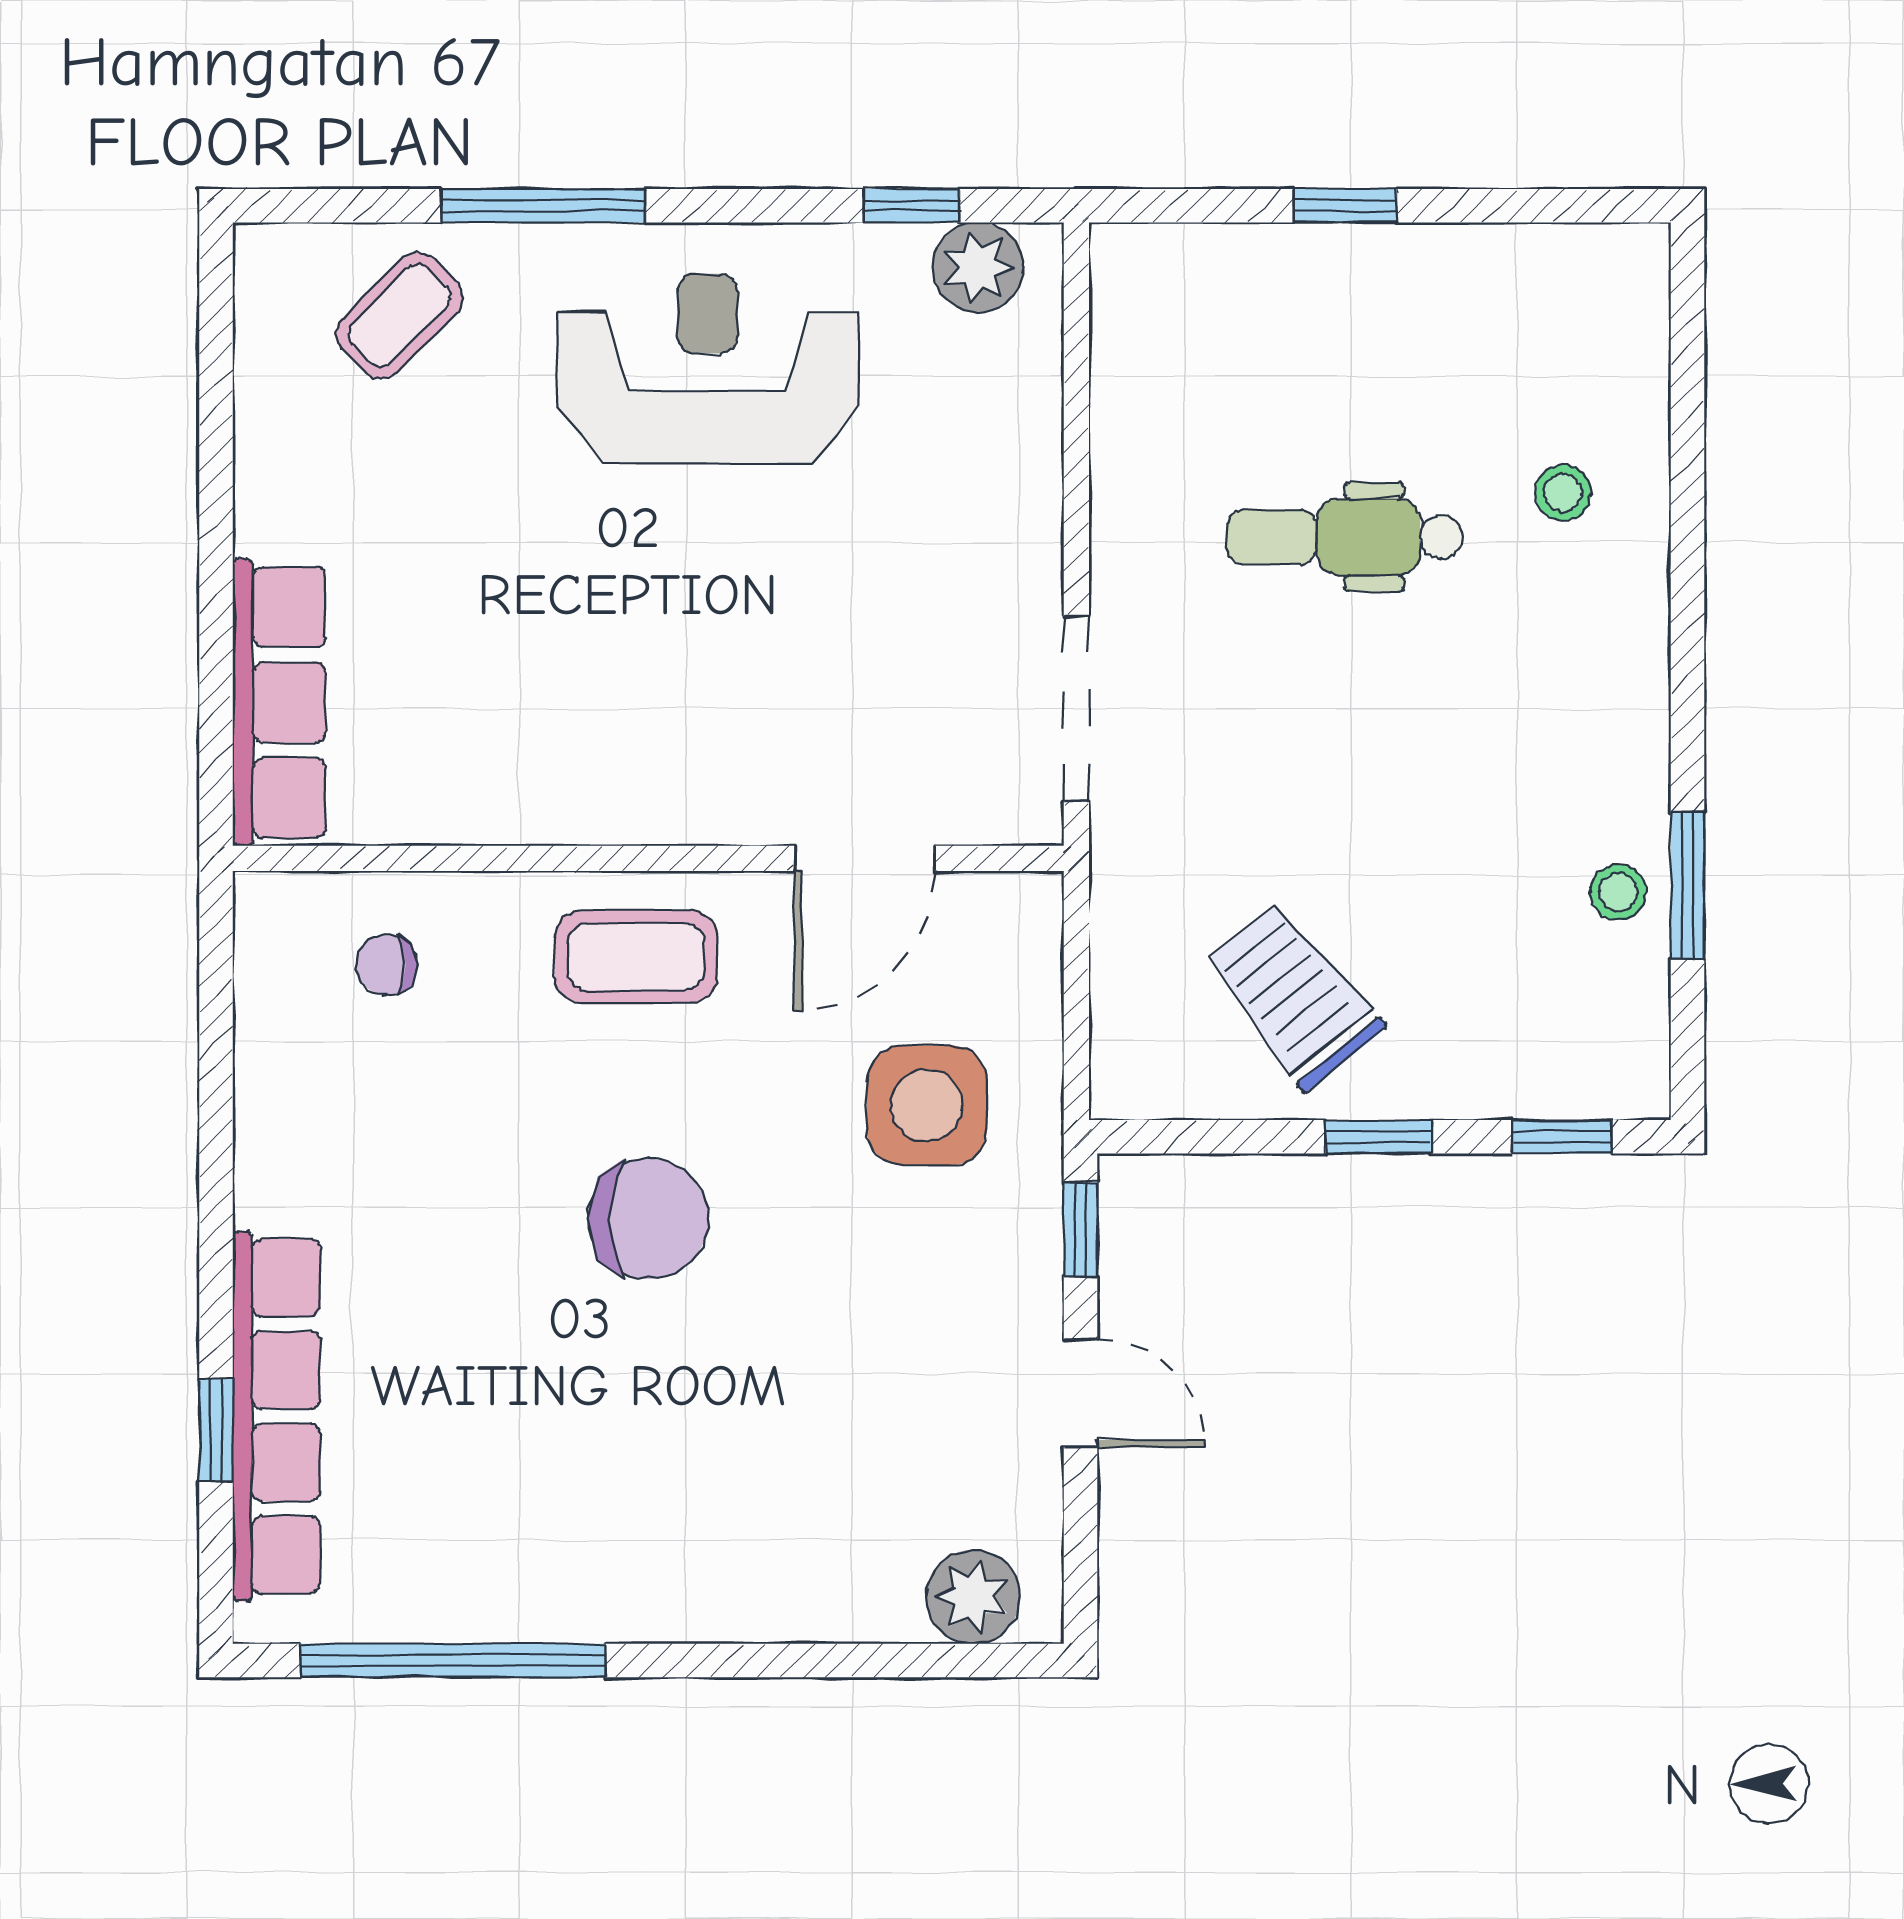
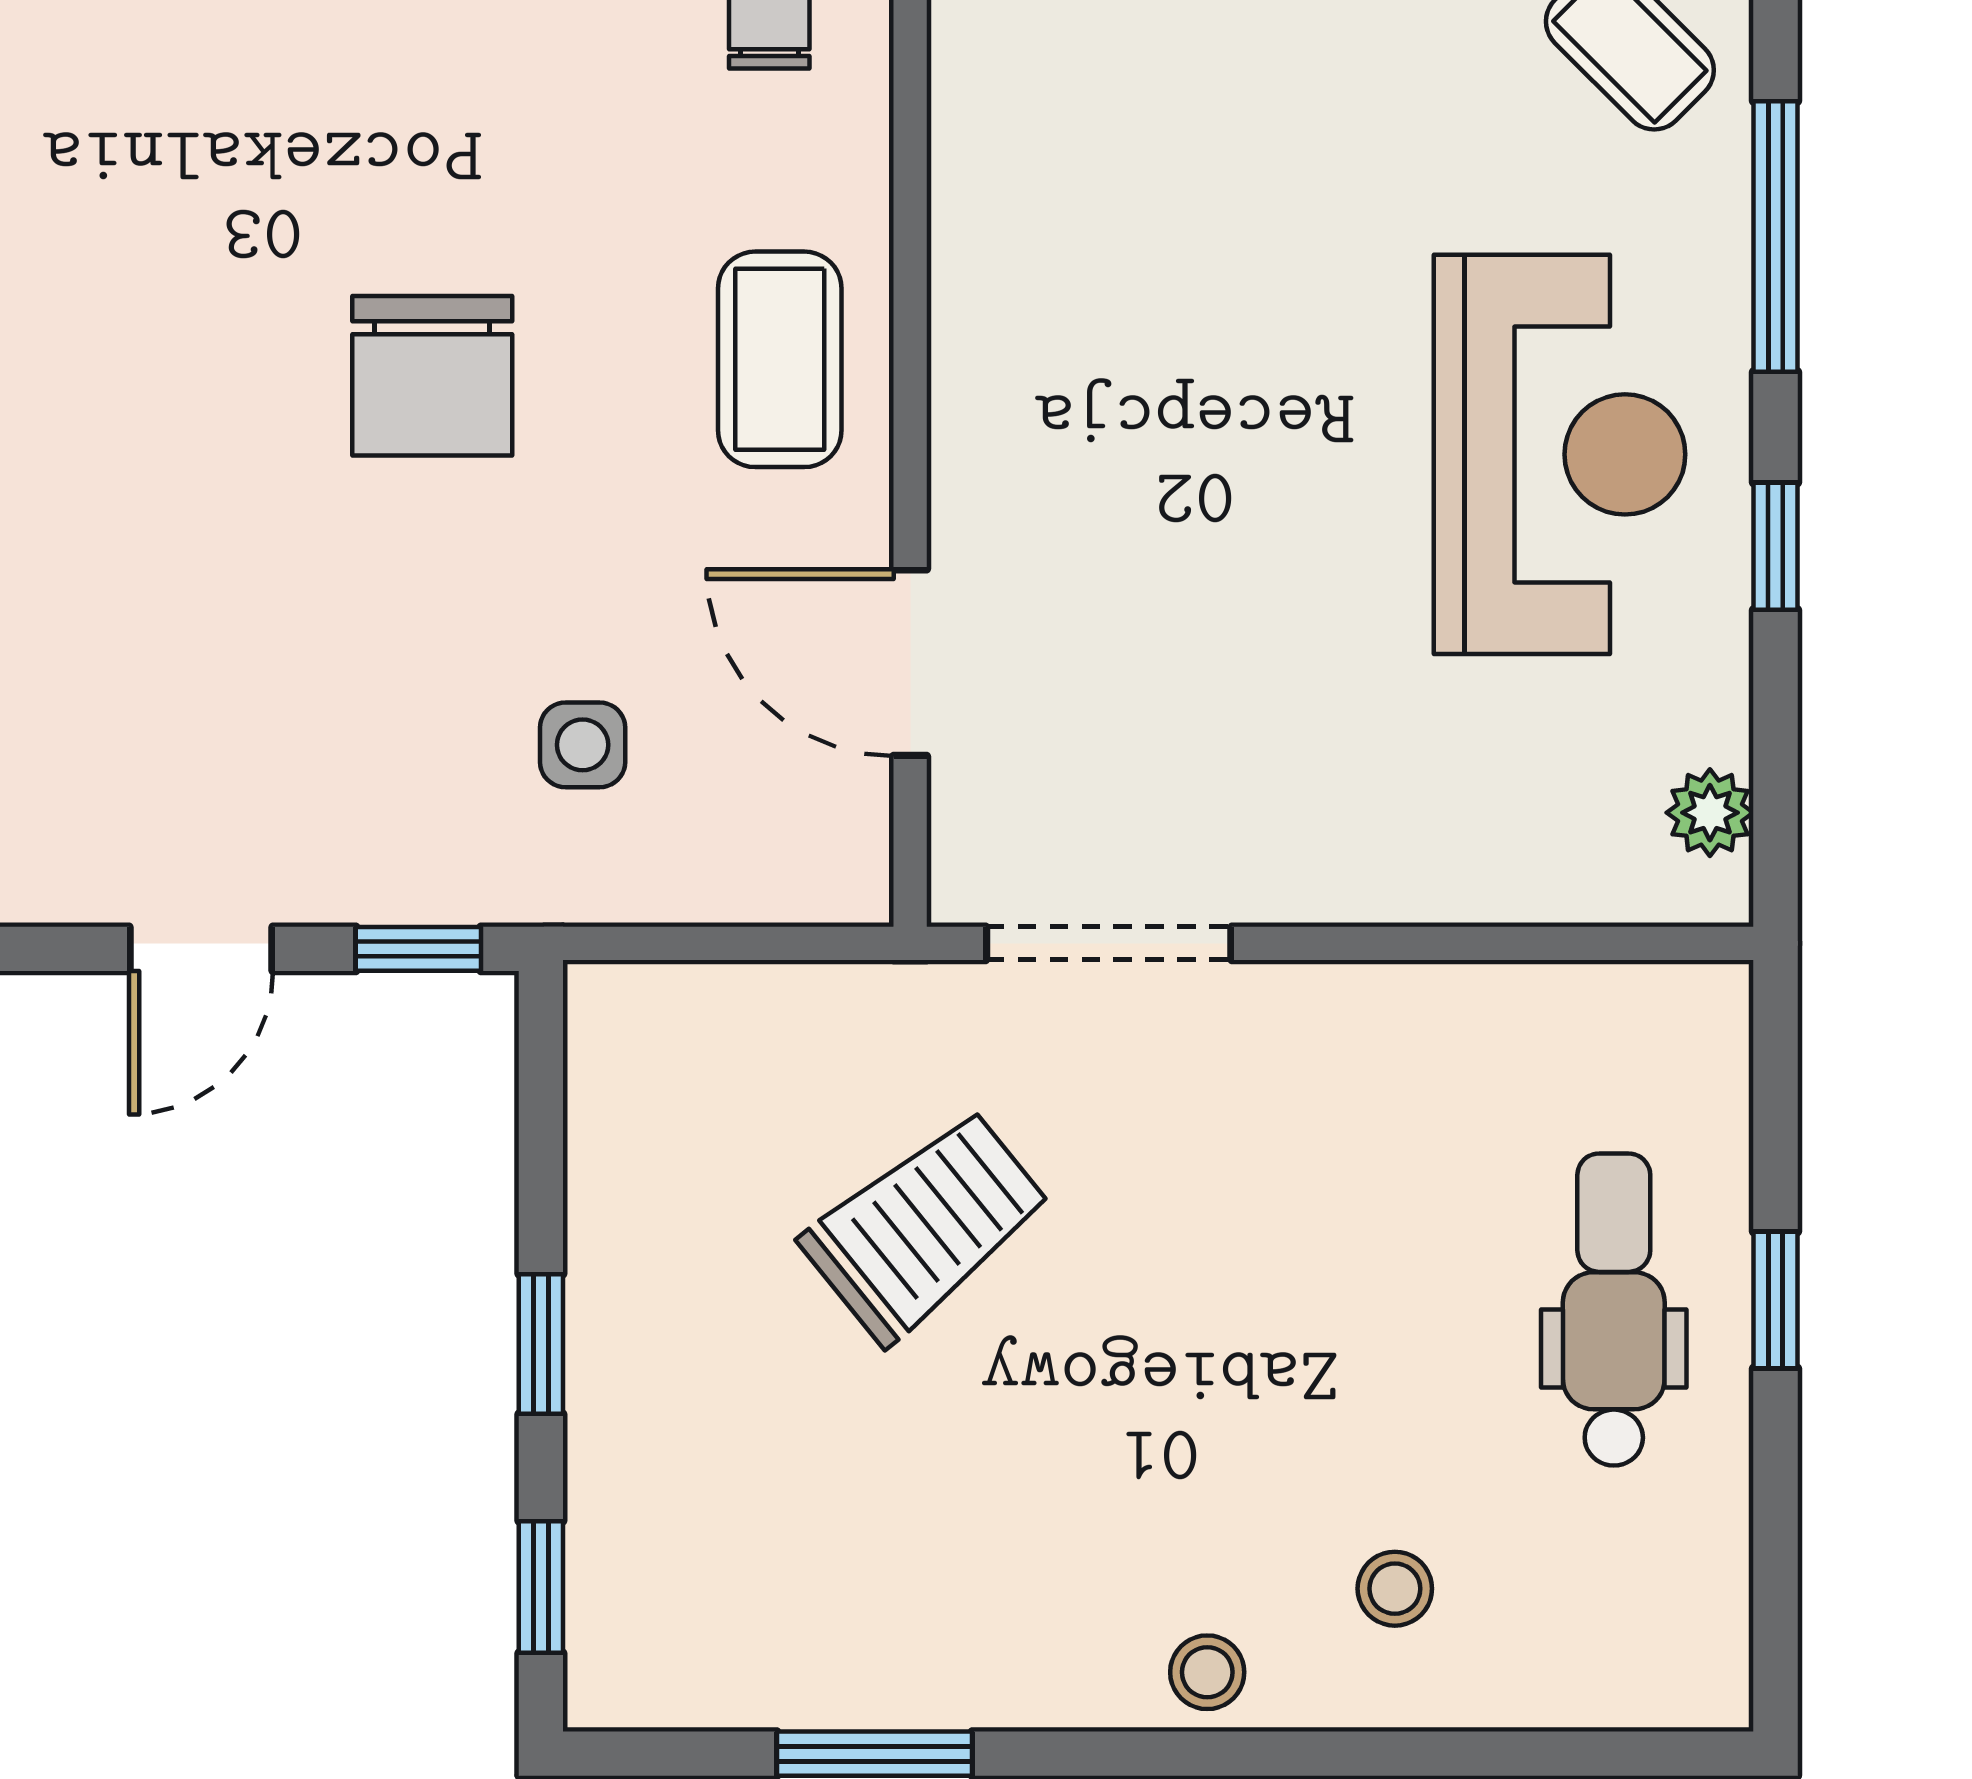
window: (912, 206) -> (1776, 546), moved
plant: (978, 267) -> (1710, 813), width x0.73, depth x0.73
dental chair: (1345, 537) -> (1614, 1309), moved
stool: (1618, 892) -> (1207, 1672), moved
trolley: (1293, 996) -> (926, 1226), moved
side table: (927, 1105) -> (583, 745), width x0.54, depth x0.54

